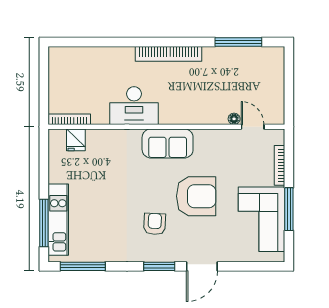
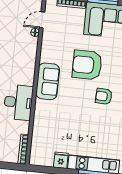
fridge: (76, 140) -> (61, 160), moved, turned -90
armchair: (196, 196) -> (87, 65), turned -90

